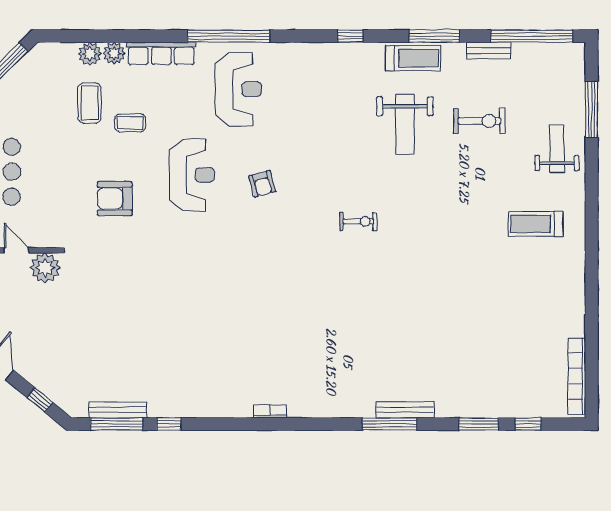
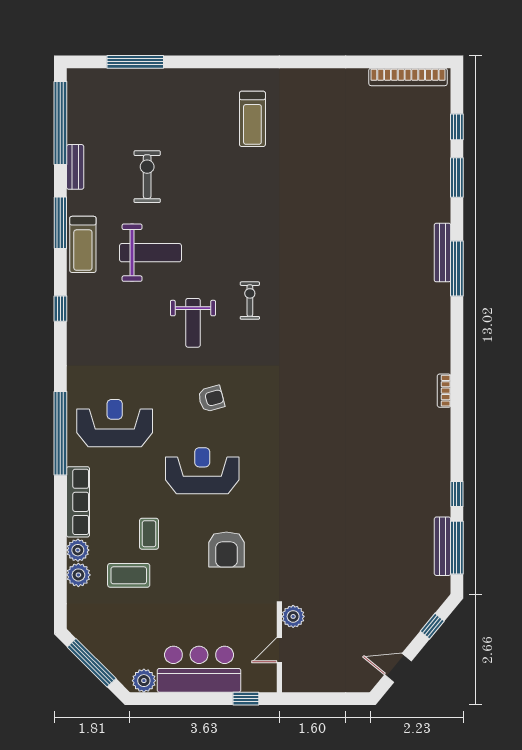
treadmill: (413, 58) -> (83, 244), turned 180
weight bench: (557, 149) -> (193, 323), moved, turned -90
plant: (45, 268) -> (293, 616), width x0.73, depth x0.73

